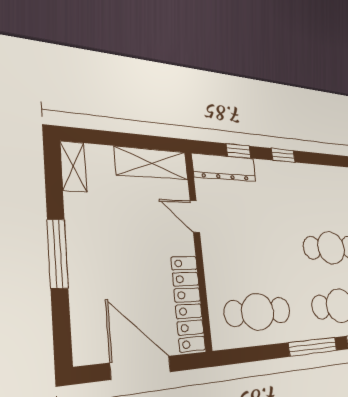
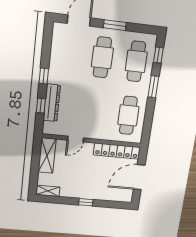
dresser: (224, 168) -> (52, 103), moved
window: (58, 254) -> (86, 202), width x0.46
window: (313, 347) -> (153, 87), width x0.69

